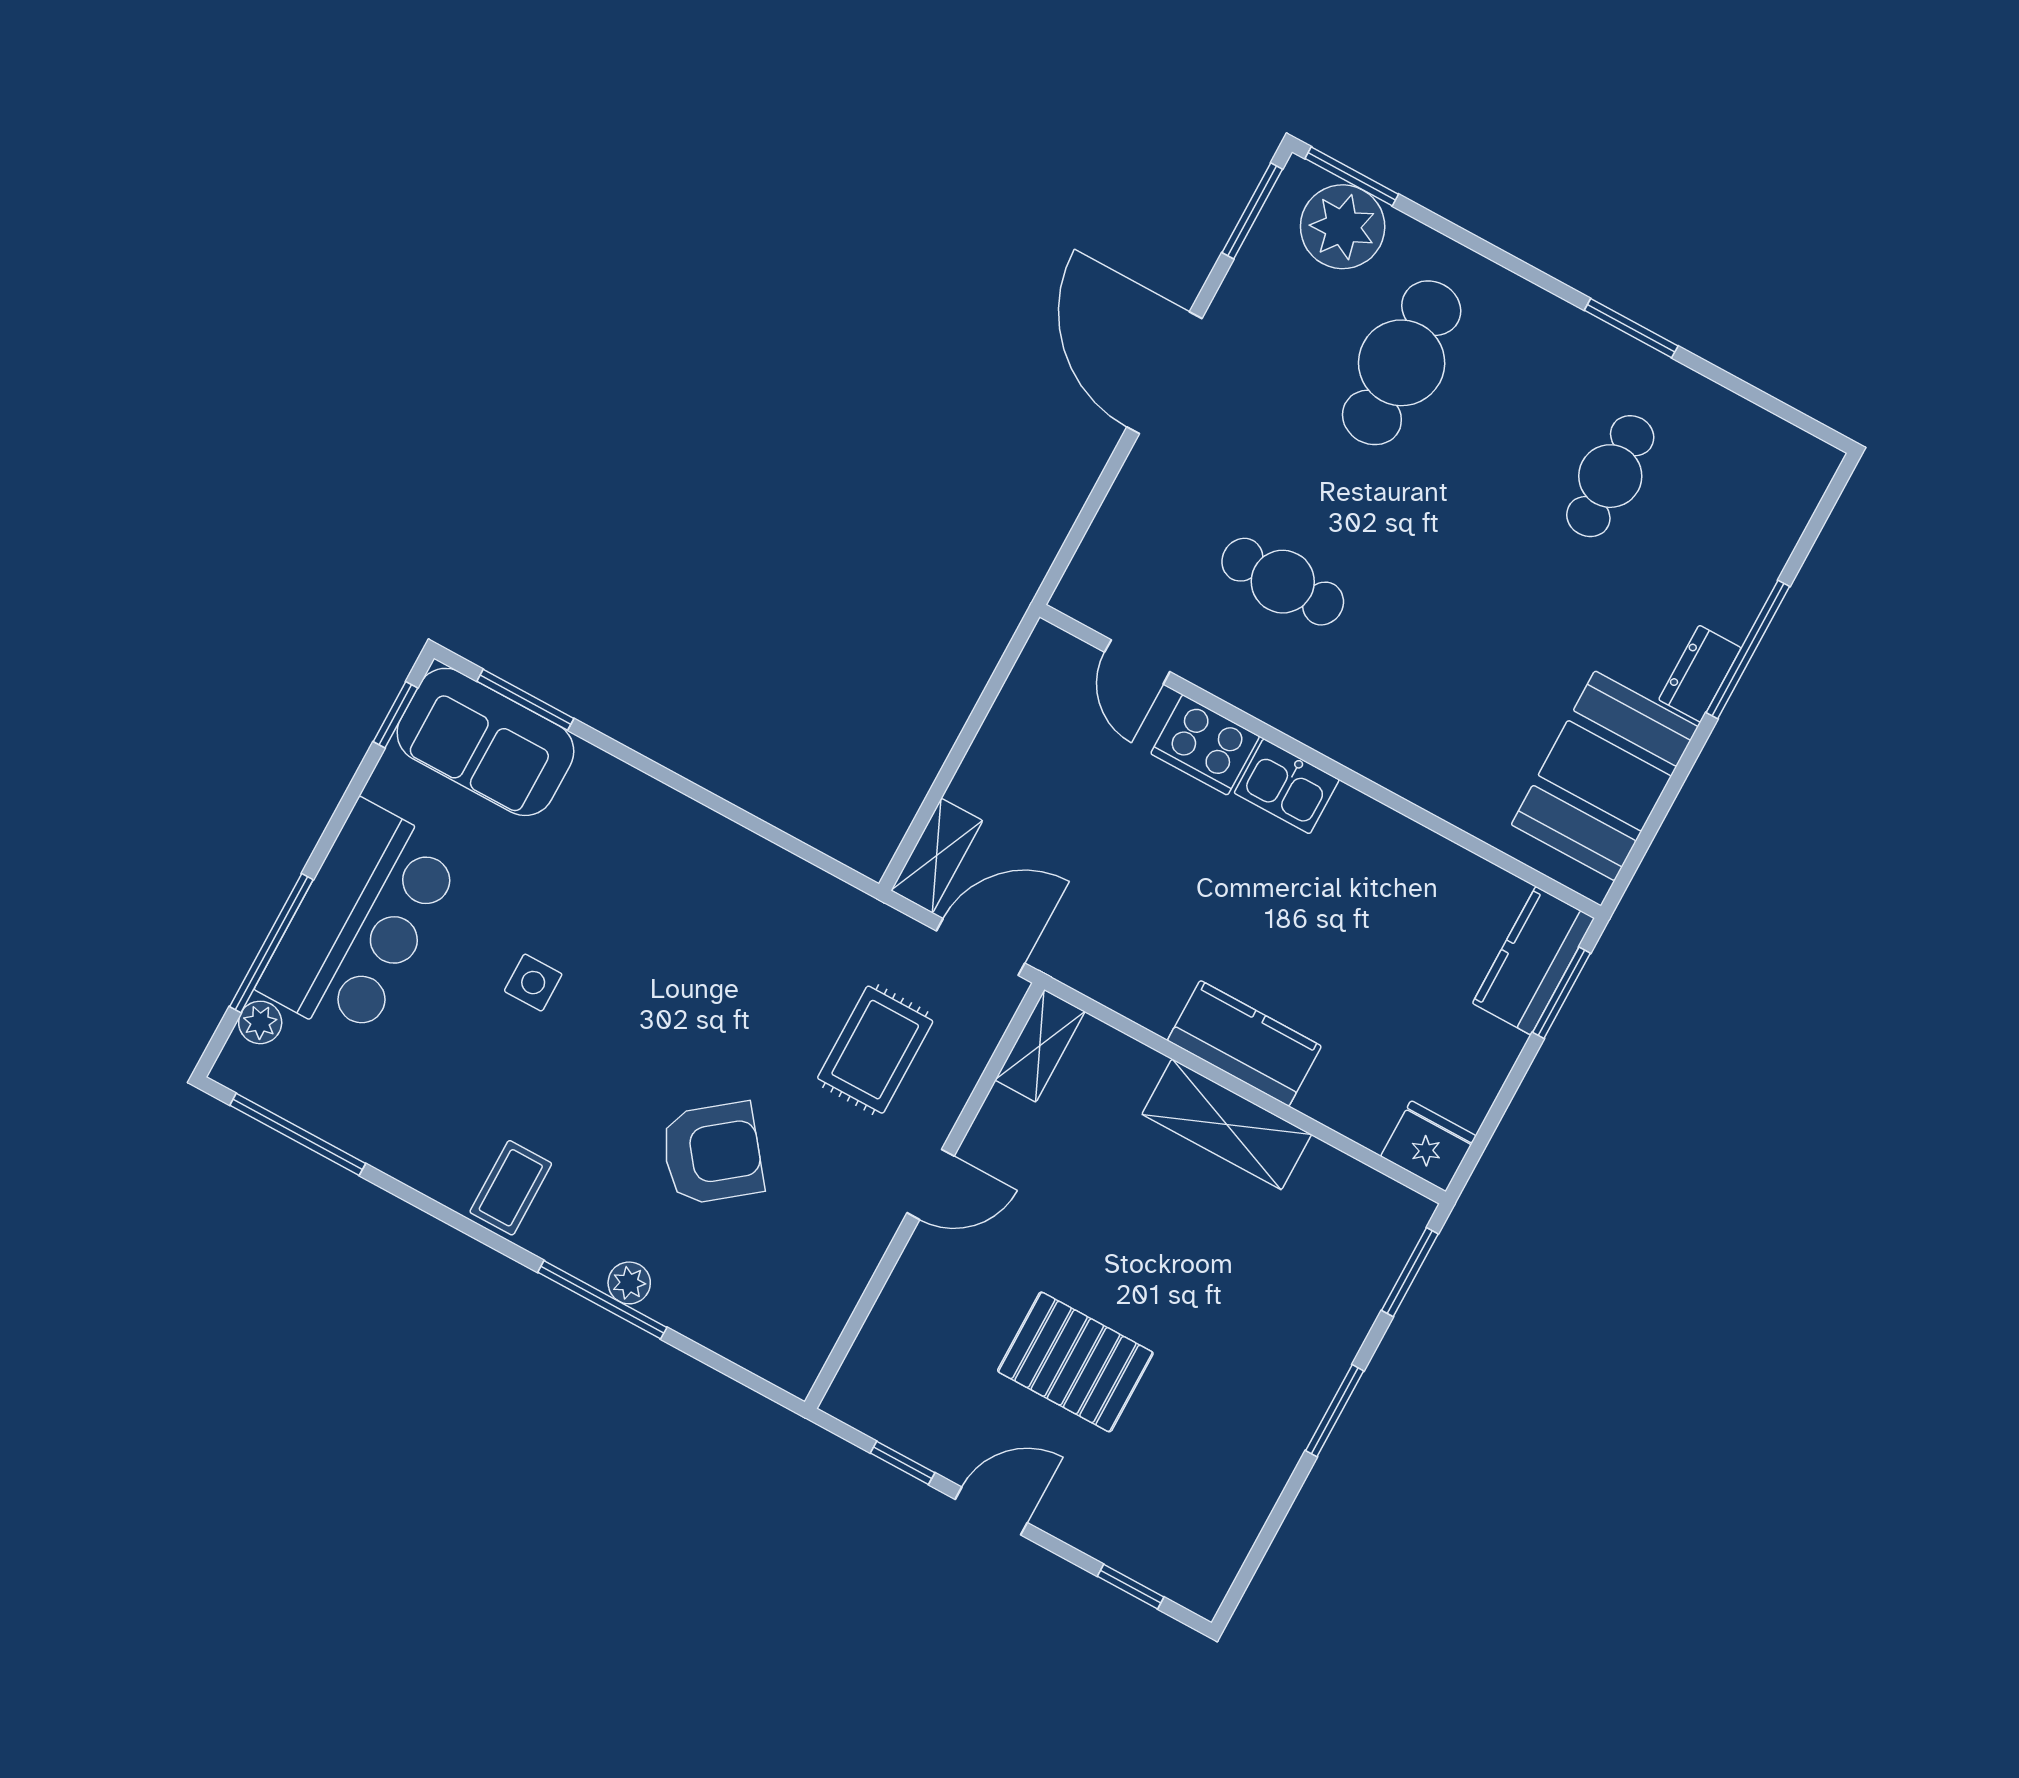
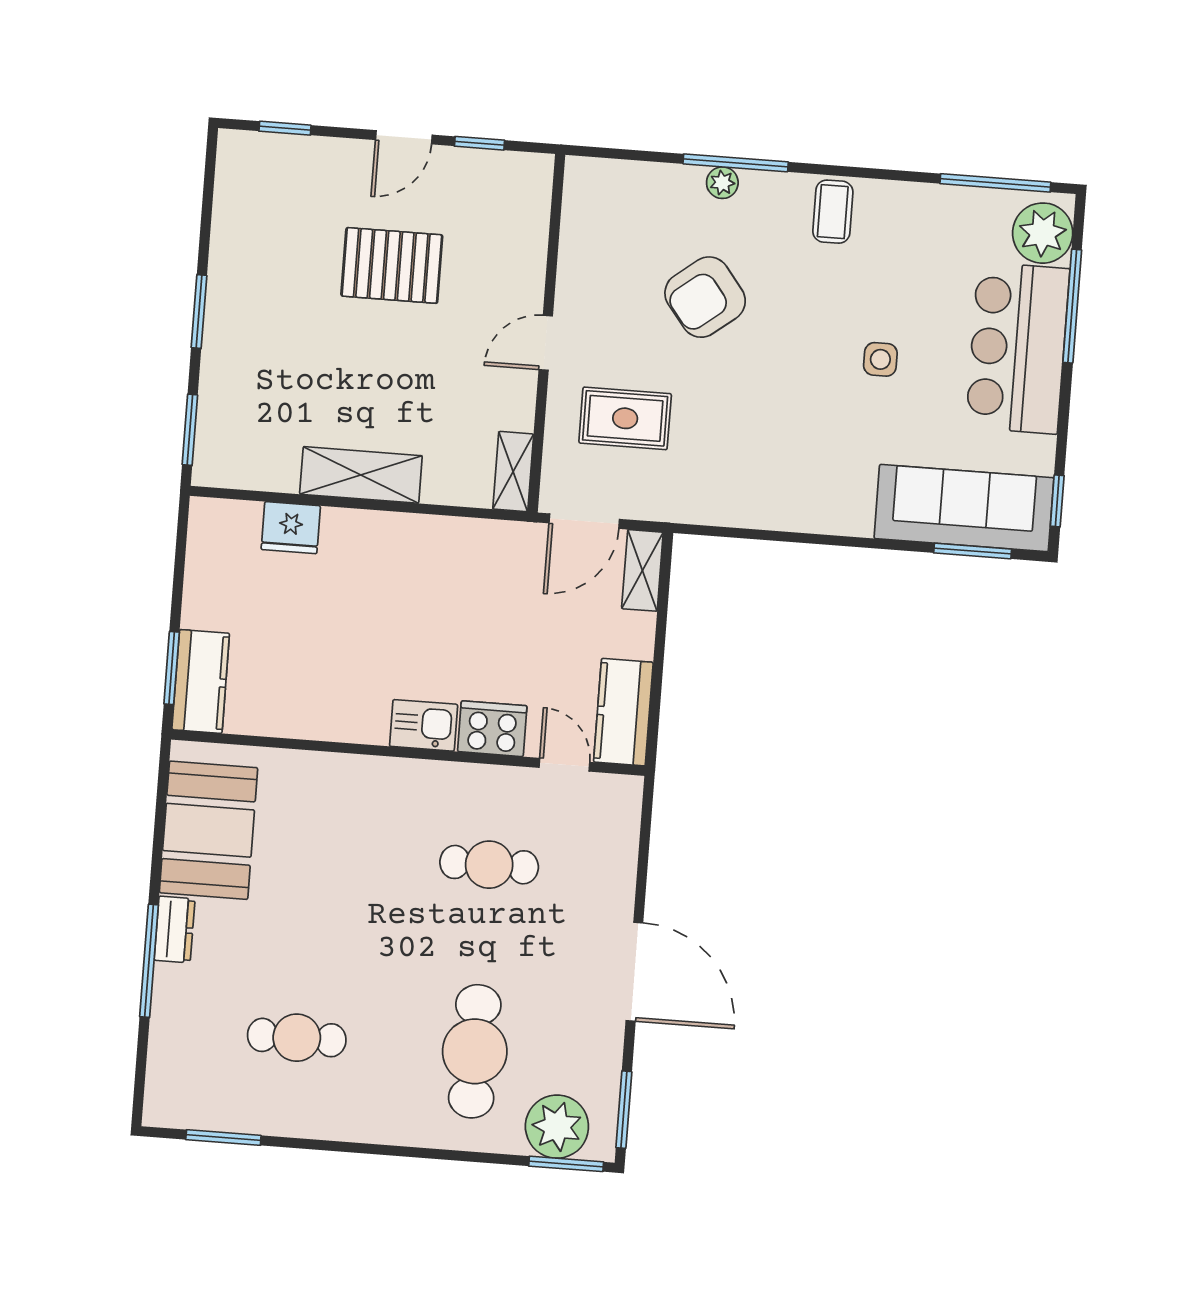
window: (1631, 328) -> (223, 1138), moved
cafe table: (1610, 476) -> (297, 1038), turned 90
sofa: (485, 742) -> (964, 508), width x1.36
plant: (260, 1022) -> (1043, 233), width x1.88, depth x1.88
kitchen counter: (1244, 1043) -> (623, 712), moved, turned 90
rug: (875, 1050) -> (625, 418), turned 90
fridge: (1428, 1146) -> (291, 528), moved

